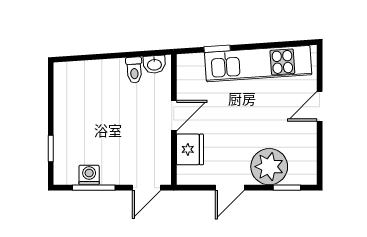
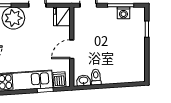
dishwasher: (194, 66) -> (59, 80), added
fridge: (190, 149) -> (62, 16), moved

